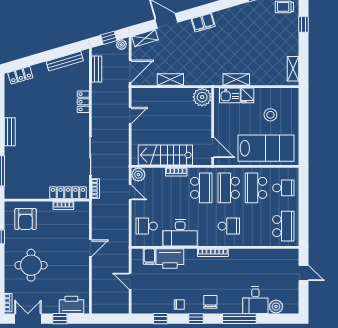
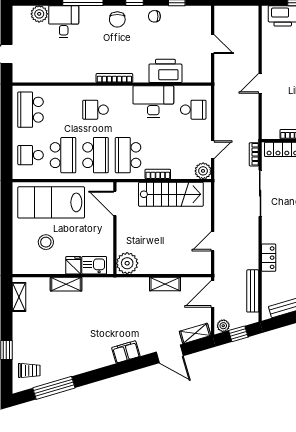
bench: (97, 69) -> (253, 291), width x1.36
shelving: (236, 80) -> (66, 284), moved
door: (130, 192) -> (213, 150), swing flipped
filing cabinet: (149, 257) -> (190, 73), removed

